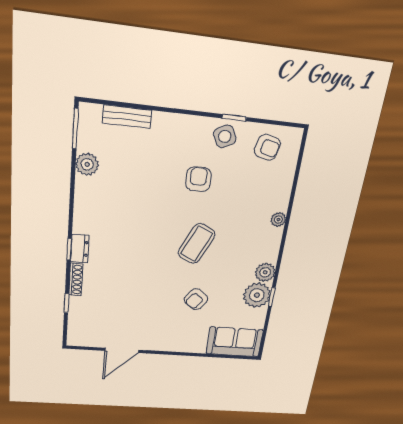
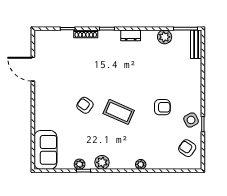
bench: (127, 117) -> (196, 44), moved
armchair: (267, 147) -> (187, 148), turned 110
dresser: (80, 248) -> (131, 35), moved
plant: (257, 295) -> (80, 164), width x0.53, depth x0.53
armchair: (196, 299) -> (85, 105), moved

